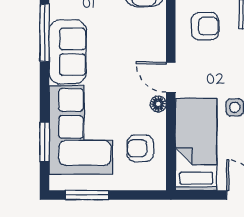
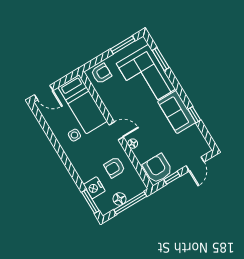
window: (45, 33) -> (194, 115), width x0.46
floor lamp: (158, 104) -> (133, 144), moved
armchair: (140, 148) -> (101, 73), moved

